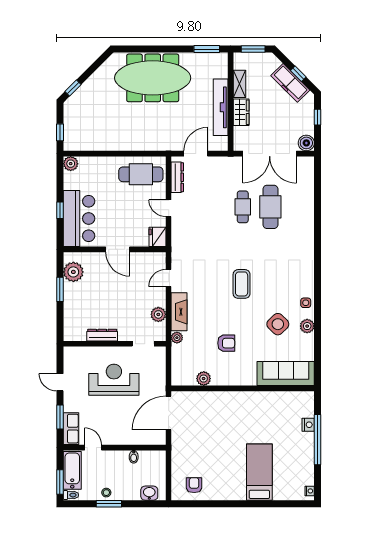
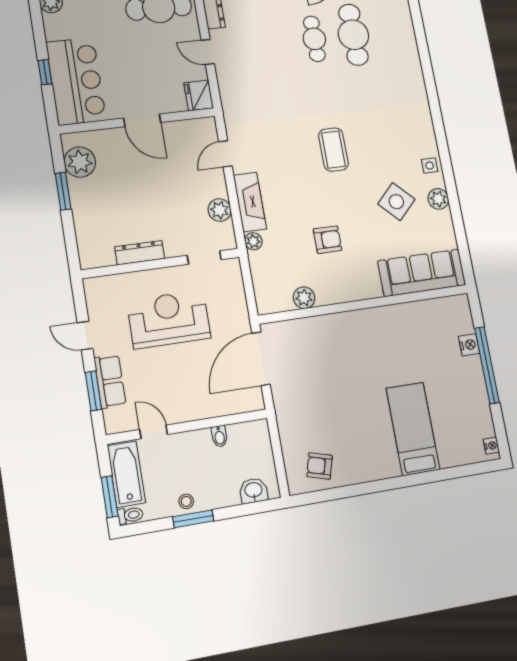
row of seats: (71, 429) -> (110, 381), moved
armchair: (194, 485) -> (320, 466), turned -74

